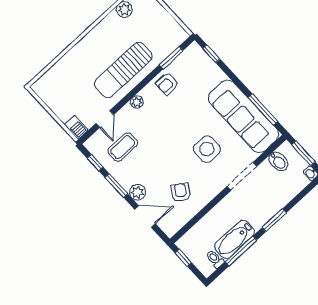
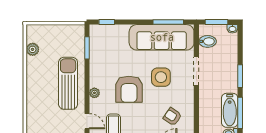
sun lounger: (123, 70) -> (68, 83), turned 180
armchair: (167, 84) -> (129, 89), moved, width x1.88, depth x1.88

